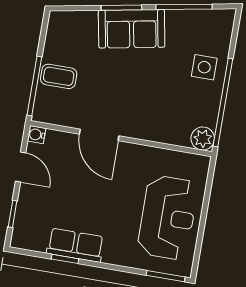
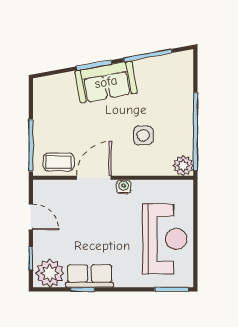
side table: (204, 67) -> (143, 135), moved
coffee table: (59, 76) -> (59, 162), moved
water cooler: (36, 135) -> (124, 187), moved, turned 90
door: (99, 135) -> (94, 178), swing flipped
plant: (31, 234) -> (50, 273), added

